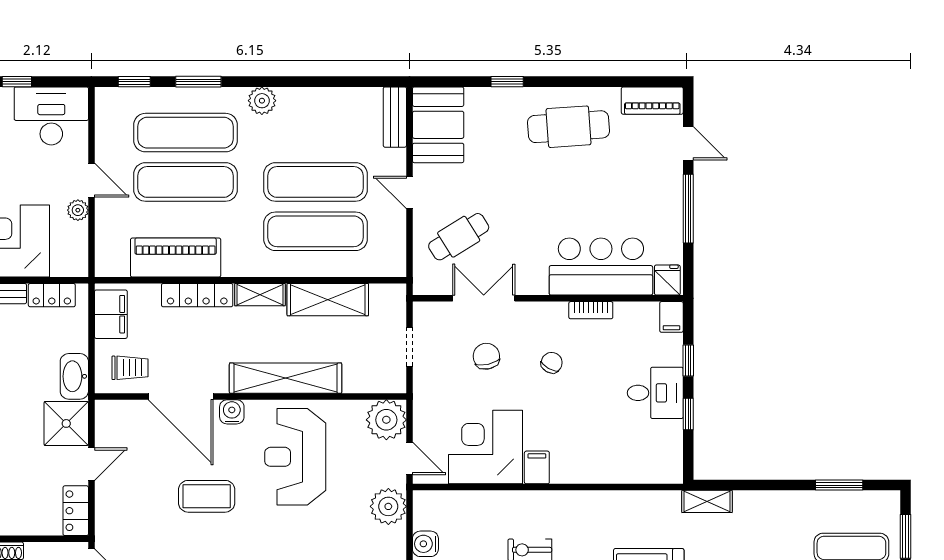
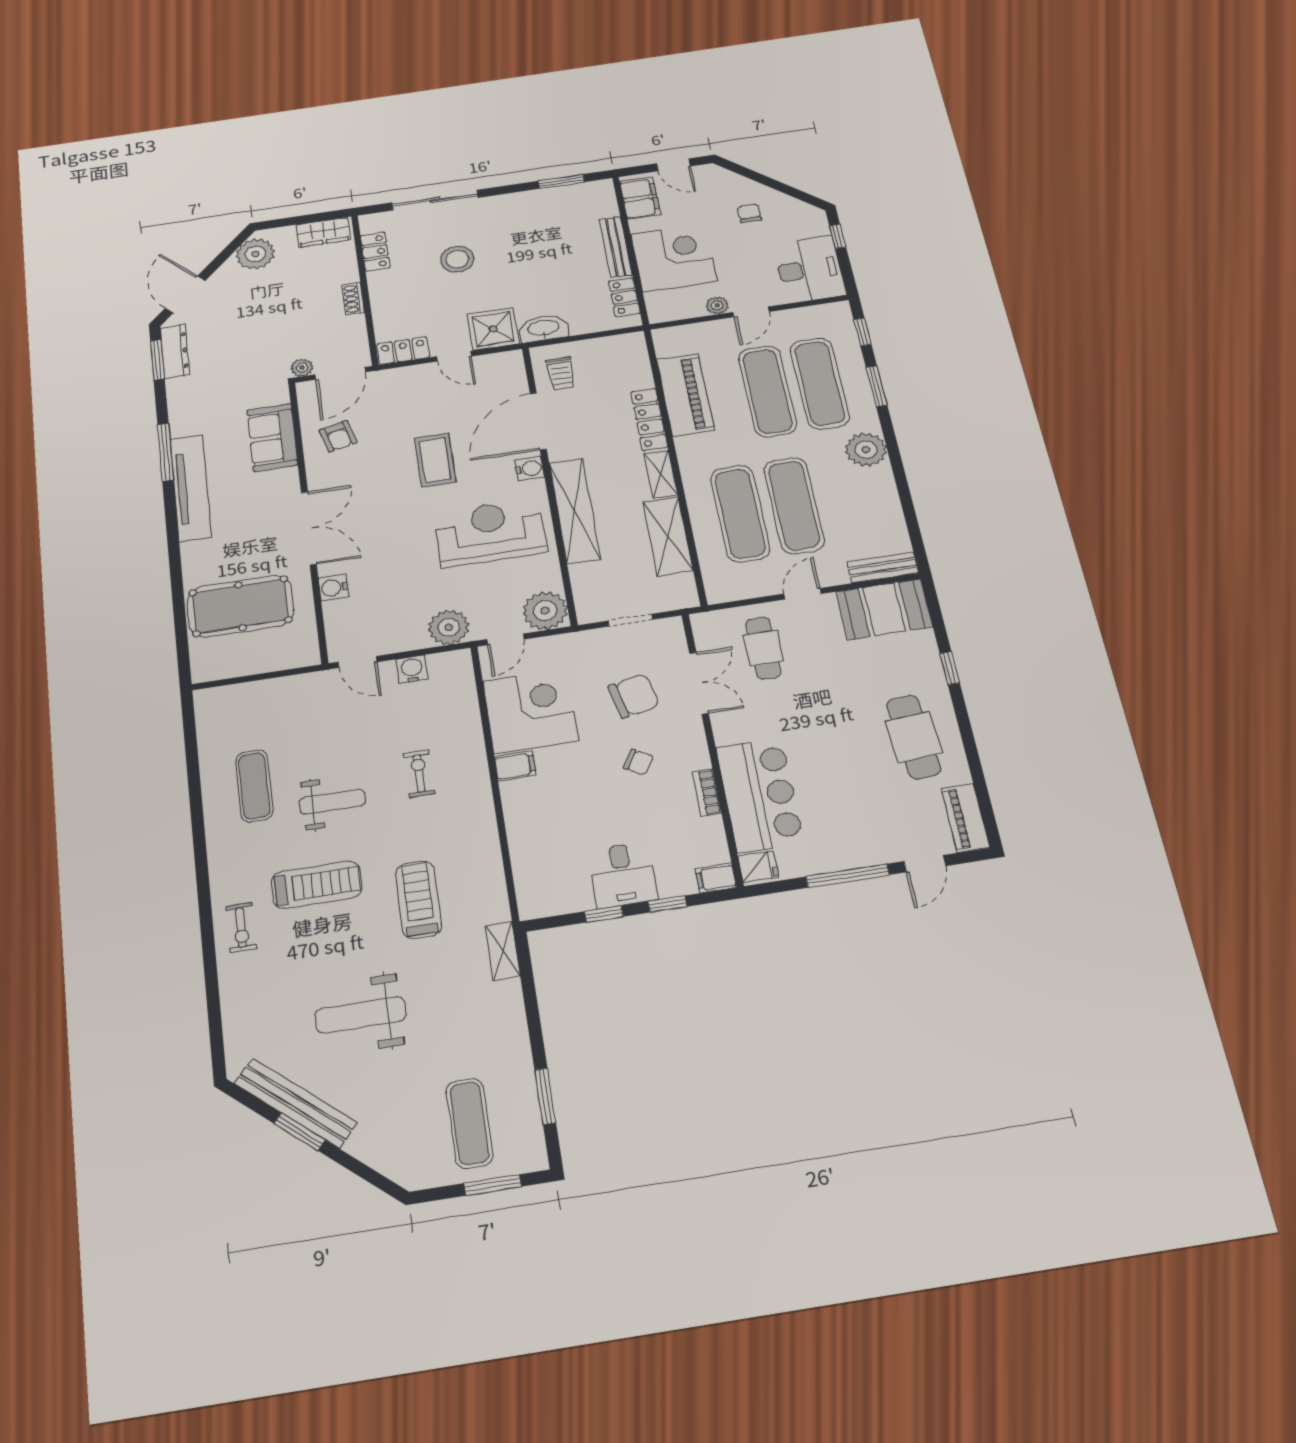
plant: (262, 101) -> (866, 450), width x1.36, depth x1.36
cafe table: (459, 237) -> (763, 648), turned 32
filing cabinet: (111, 314) -> (614, 349), removed
chair: (486, 356) -> (634, 696), width x1.37, depth x1.37

